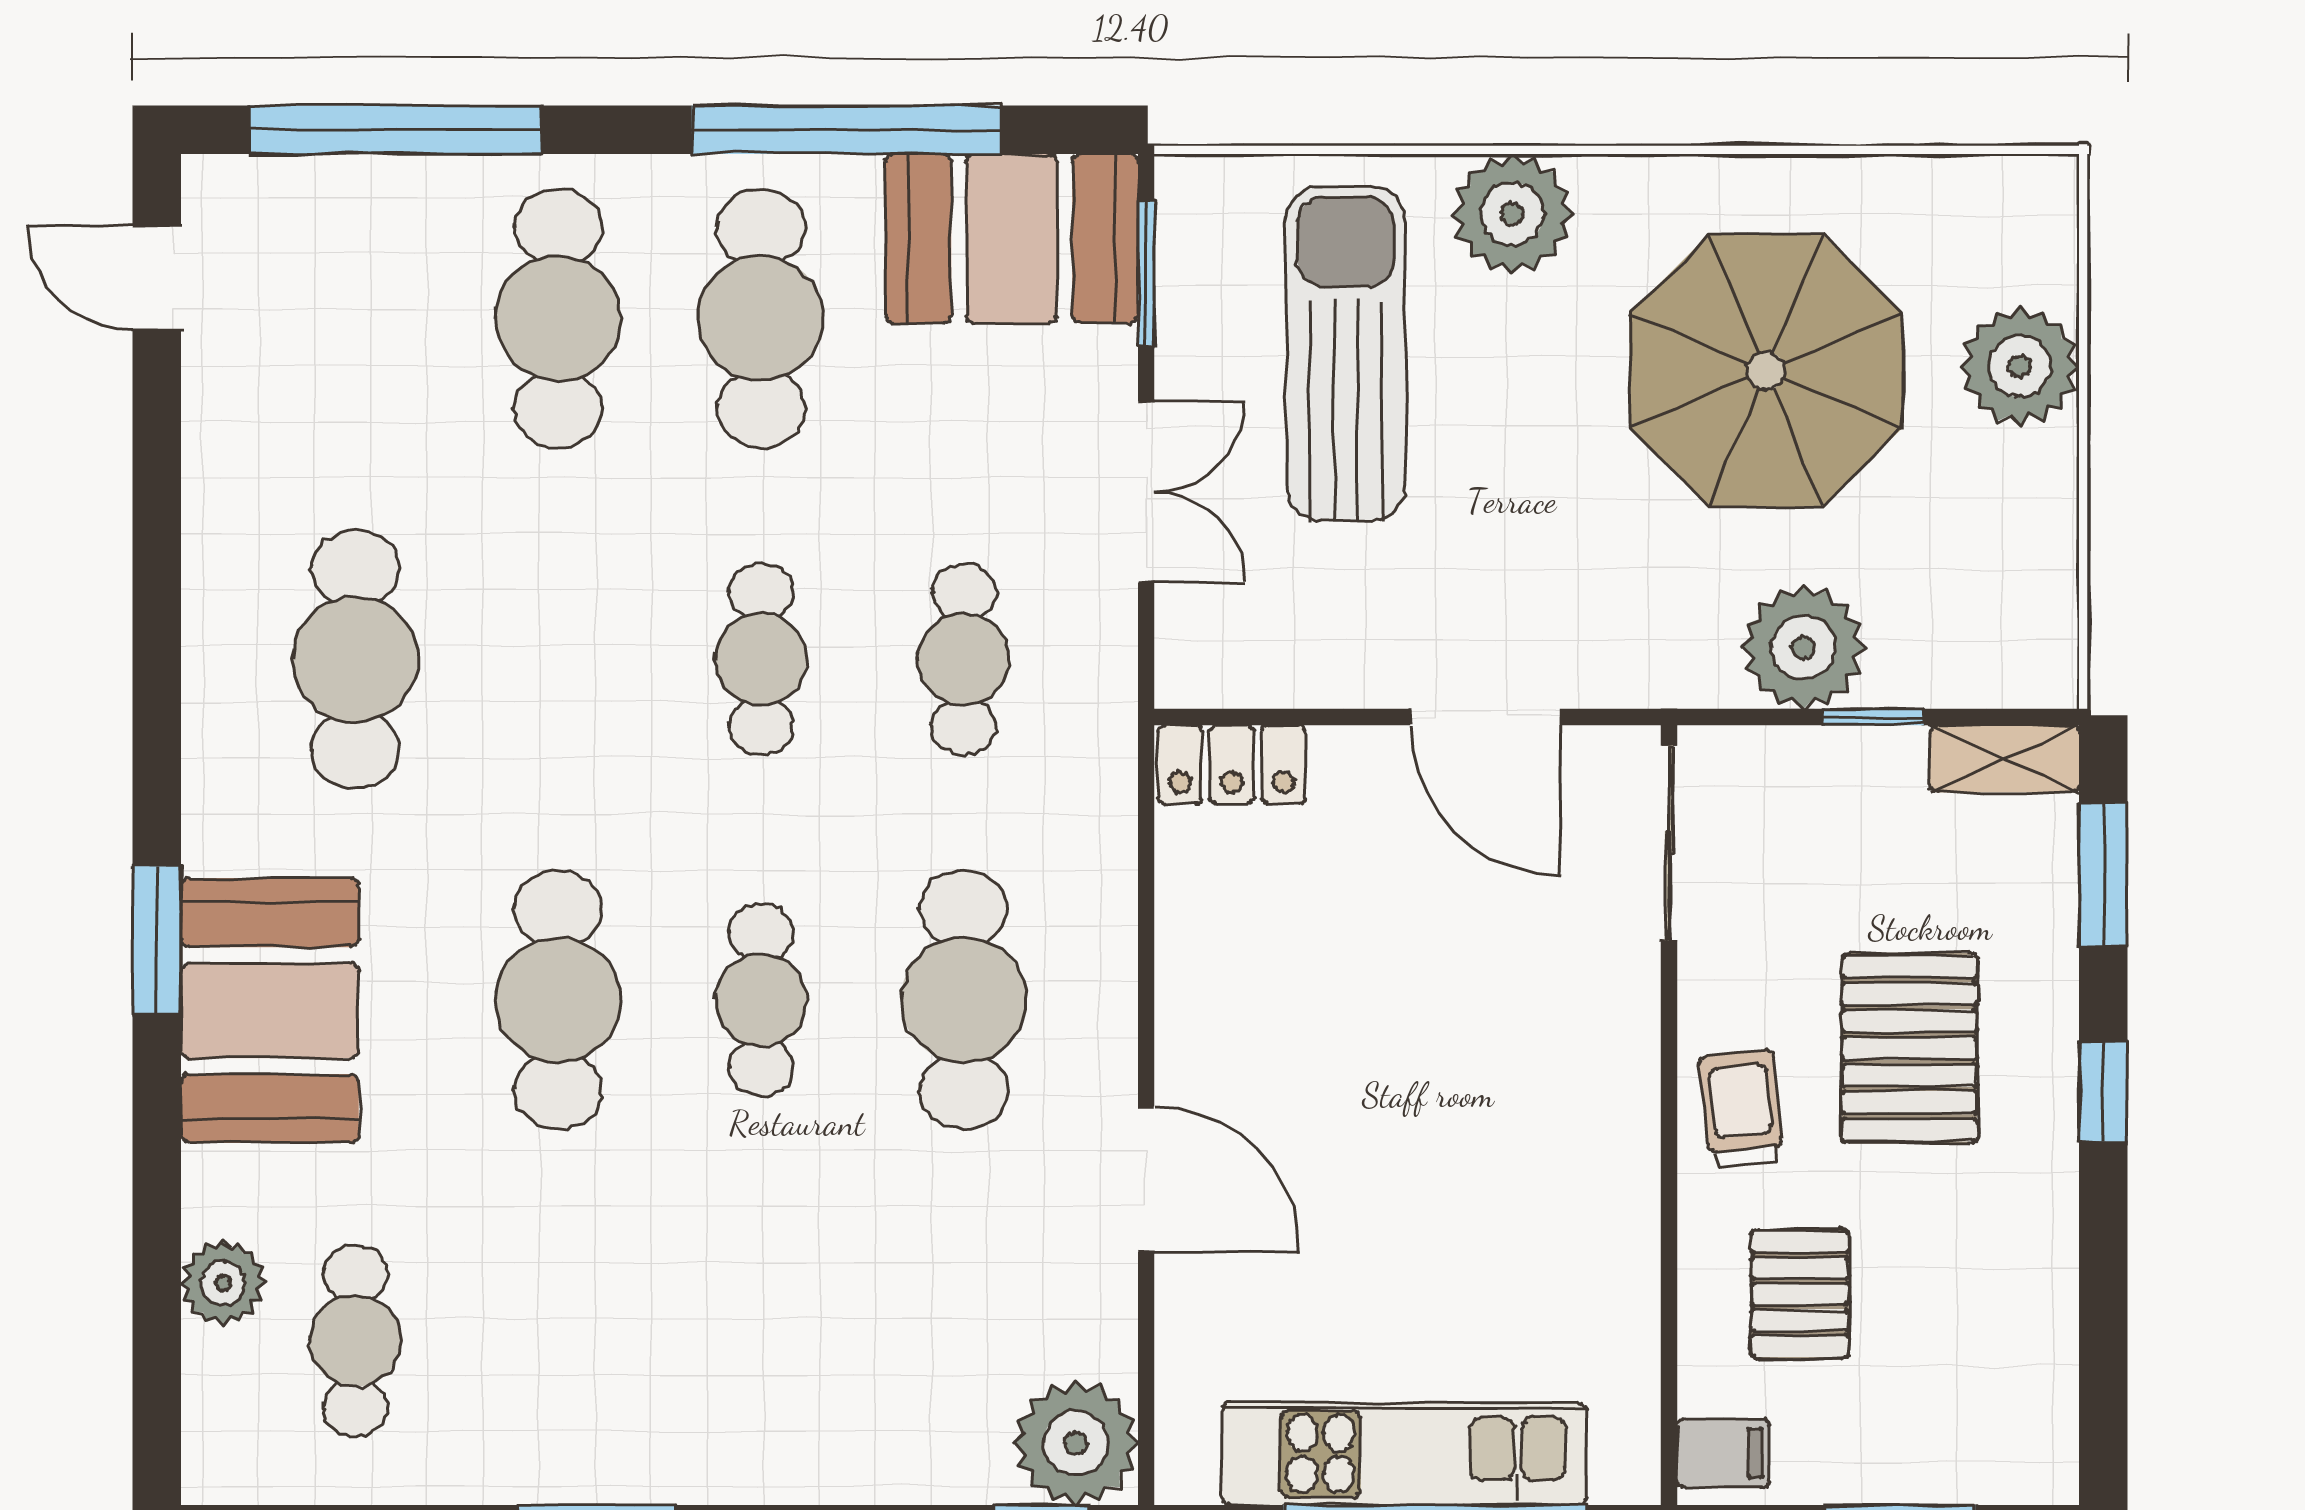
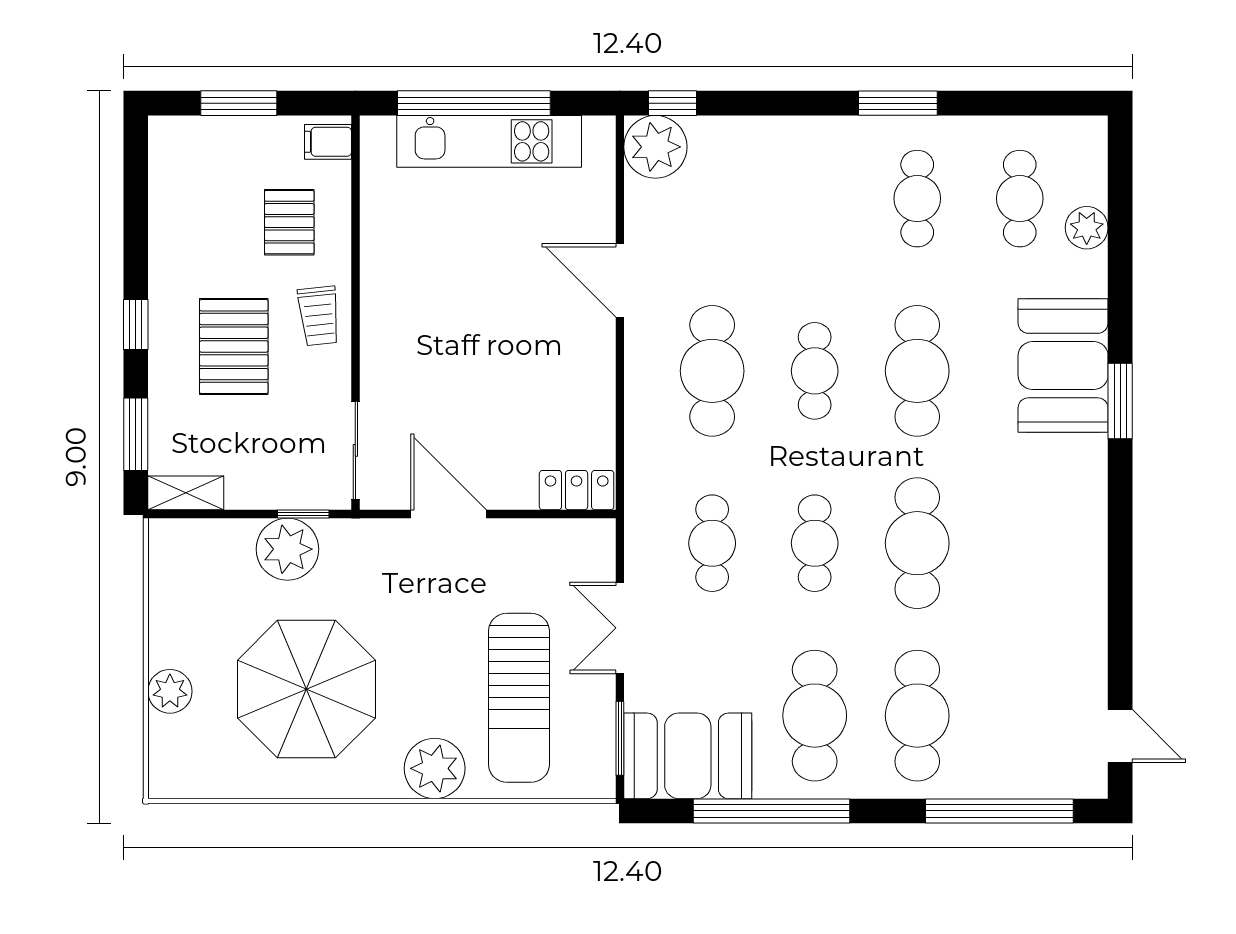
plant: (2020, 366) -> (170, 691), width x0.73, depth x0.73
cafe table: (355, 659) -> (917, 543), moved
window: (1873, 717) -> (303, 514), moved
cafe table: (558, 1341) -> (917, 199), added

